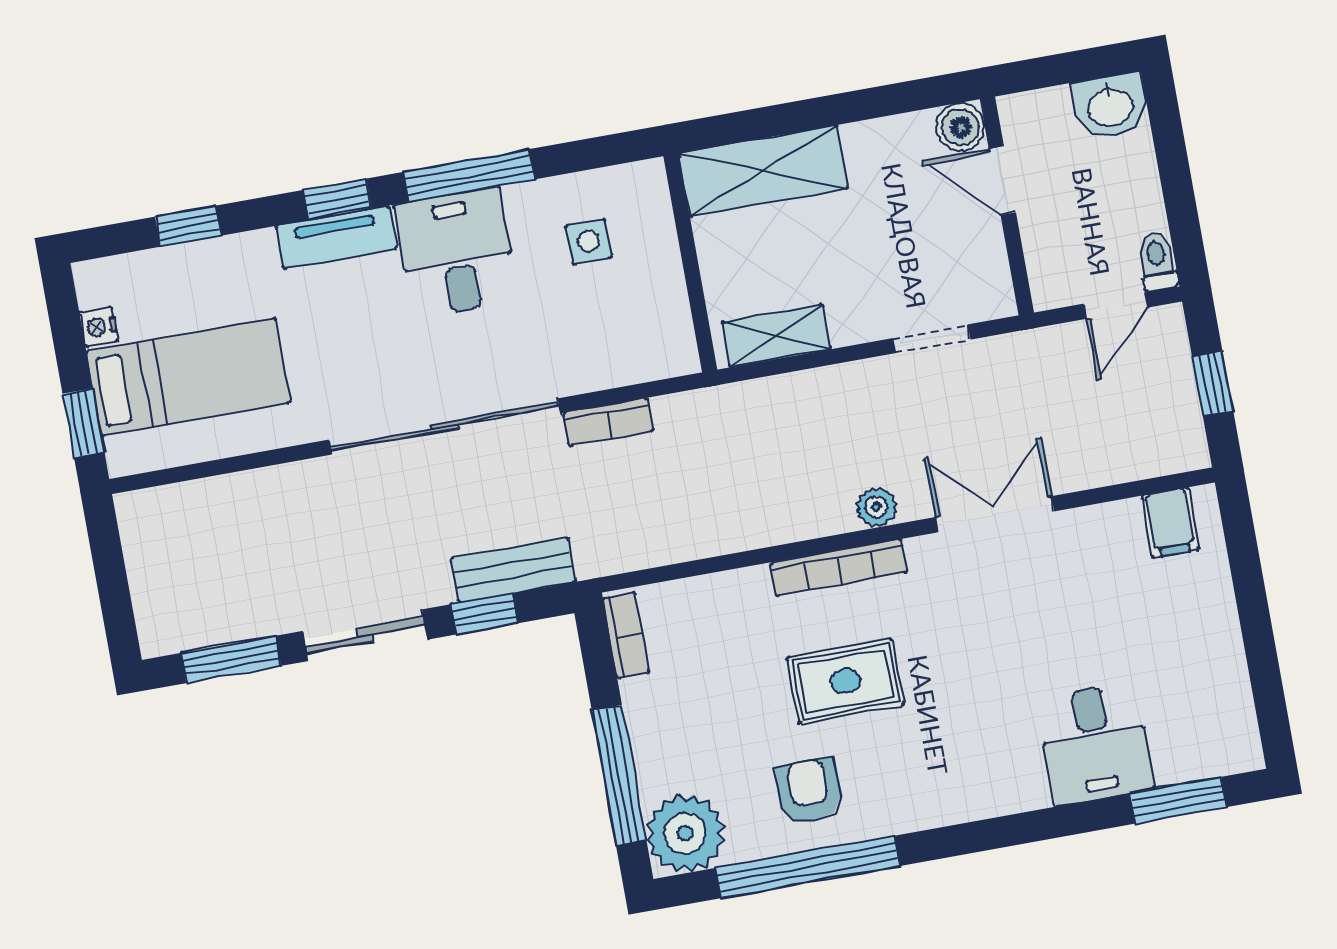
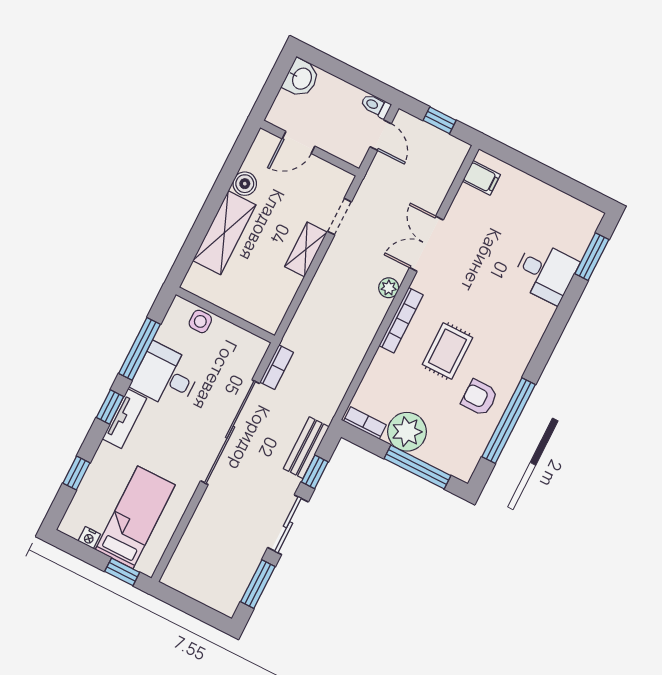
boiler: (961, 127) -> (245, 184), moved
wall: (690, 263) -> (225, 315), moved
shelving: (776, 335) -> (306, 249), moved
plant: (685, 833) -> (407, 432), moved

